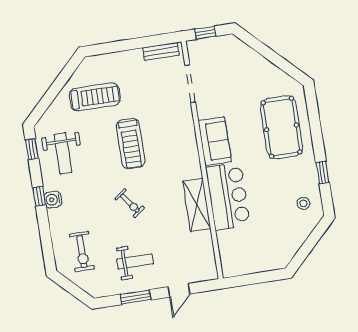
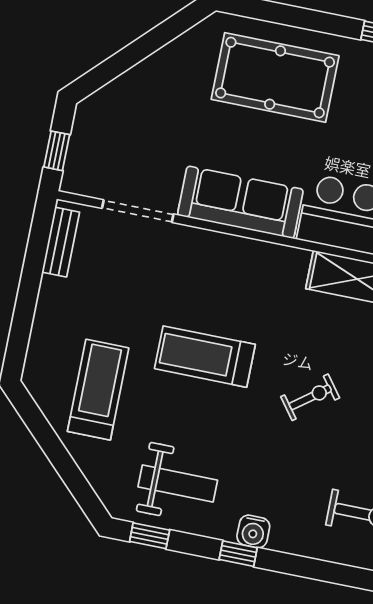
sofa: (215, 141) -> (240, 202), width x1.36
treadmill: (131, 144) -> (205, 357), turned 180

